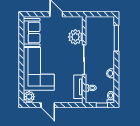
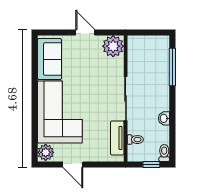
plant: (75, 37) -> (113, 46), moved

